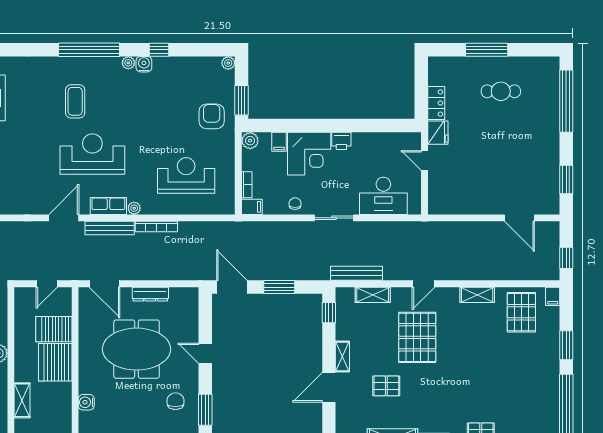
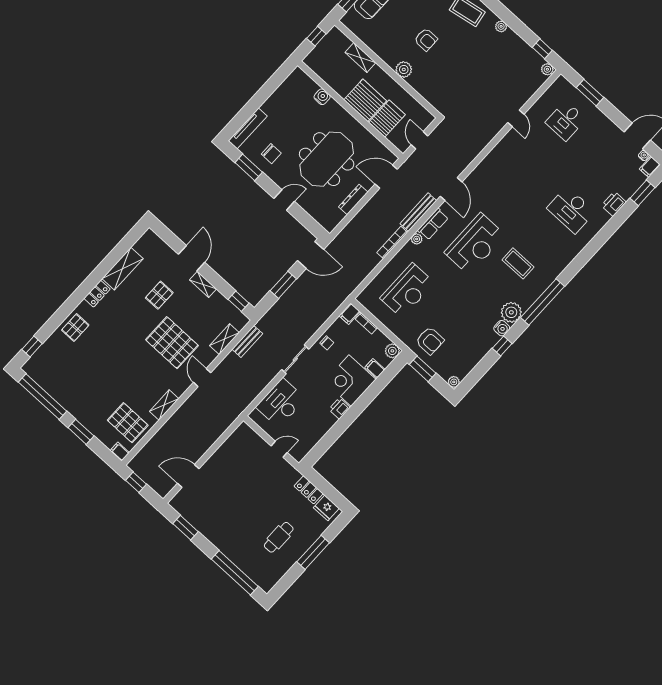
plant: (128, 63) -> (511, 312), width x1.88, depth x1.88
fridge: (438, 133) -> (326, 508), moved
bench: (357, 273) -> (247, 341), width x0.73

